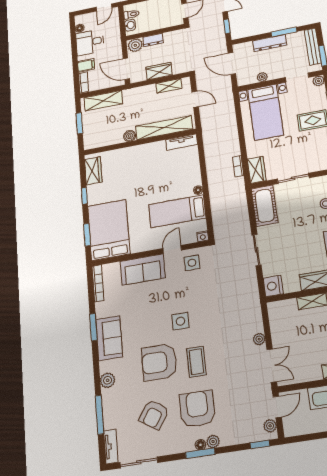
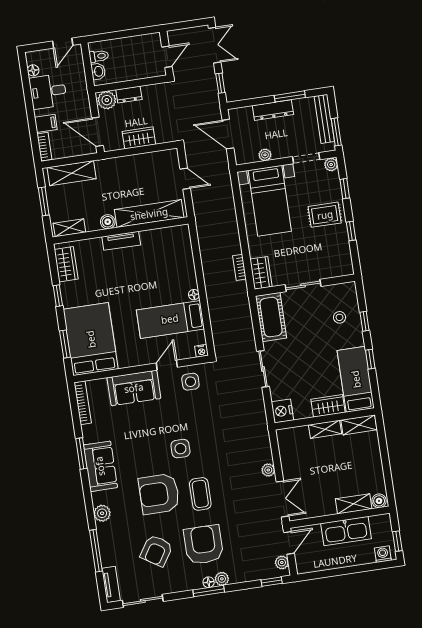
shelving: (169, 86) -> (69, 228), moved
tv unit: (182, 142) -> (121, 241), moved

